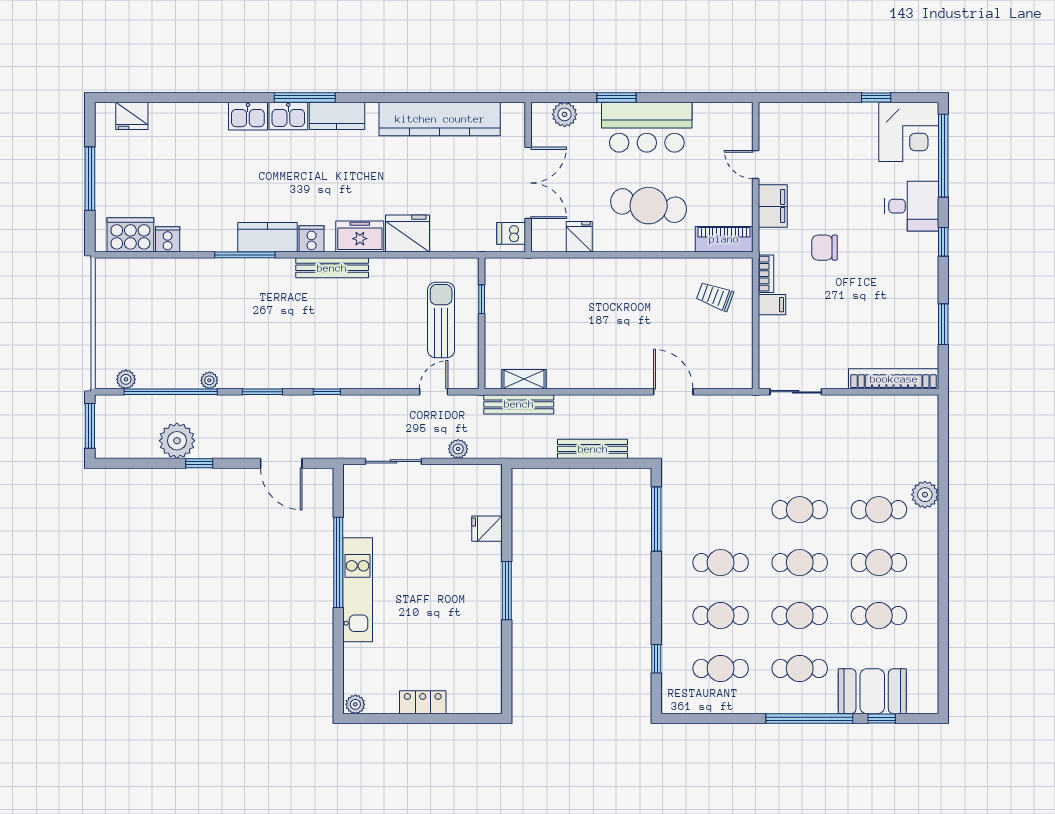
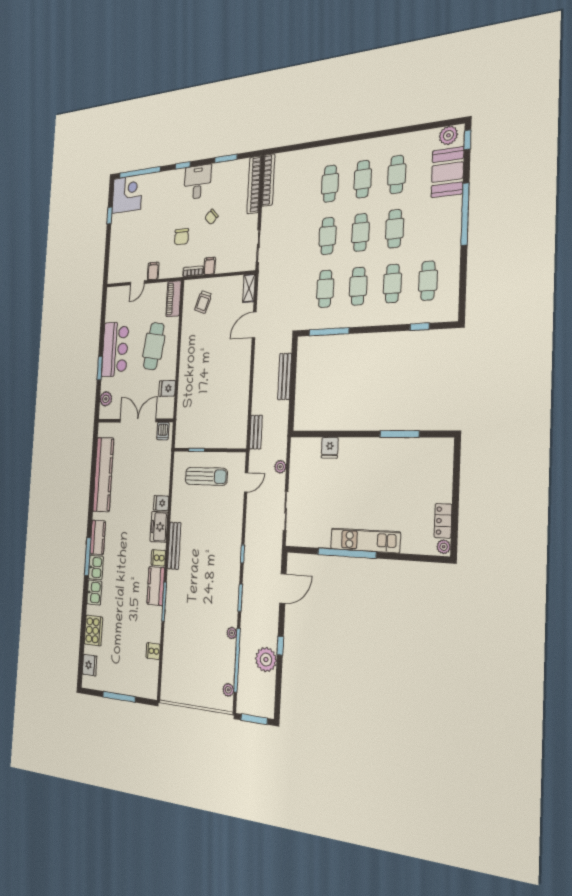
filing cabinet: (773, 206) -> (153, 271), width x0.50
desk: (912, 206) -> (198, 182), moved
fridge: (407, 233) -> (161, 503), width x0.53, depth x0.75
cooker: (130, 235) -> (93, 630), moved, turned 180
chair: (851, 303) -> (211, 217), added
sun lounger: (441, 320) -> (206, 476), turned 180
shelving: (524, 379) -> (249, 288), moved
door: (434, 392) -> (246, 482), swing flipped
bench: (519, 404) -> (256, 432), width x0.73
bookcase: (898, 404) -> (268, 180), added
plant: (925, 495) -> (448, 135), moved
window: (507, 591) -> (399, 434), moved
cafe table: (800, 668) -> (325, 289), moved
locker: (423, 702) -> (443, 521), moved
window: (882, 719) -> (467, 140), moved

